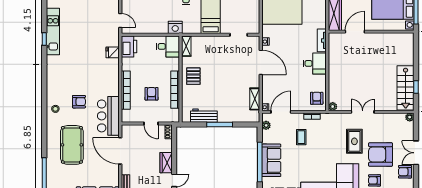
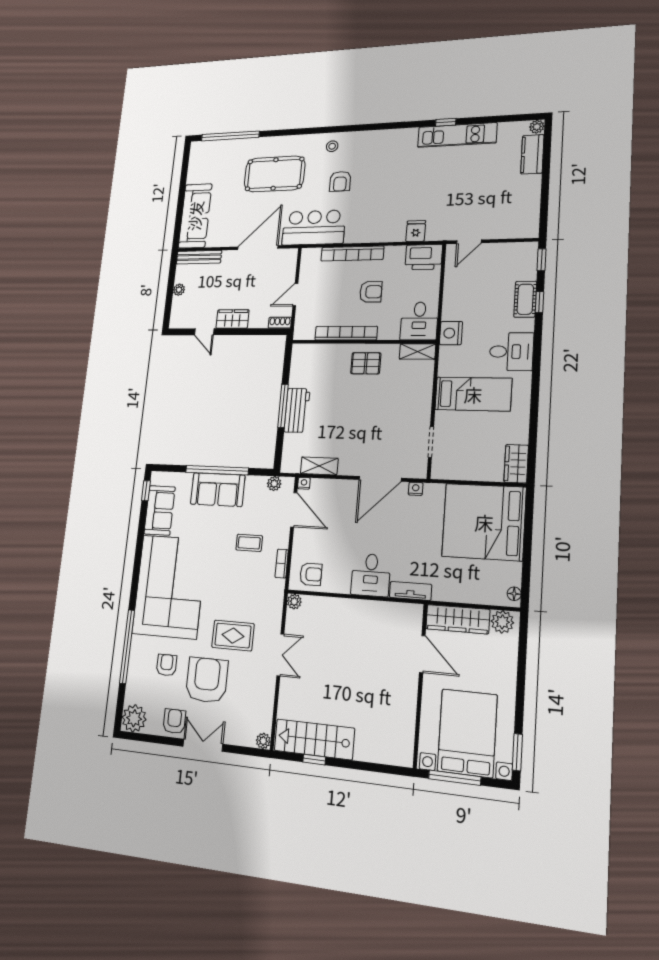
armchair: (151, 94) -> (371, 292), moved
workbench: (204, 116) -> (297, 410), moved

